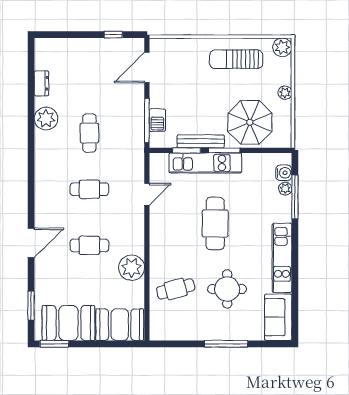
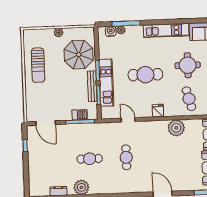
plant: (282, 47) -> (29, 35), removed
fridge: (159, 241) -> (158, 111), added
cafe table: (89, 245) -> (163, 156), removed

